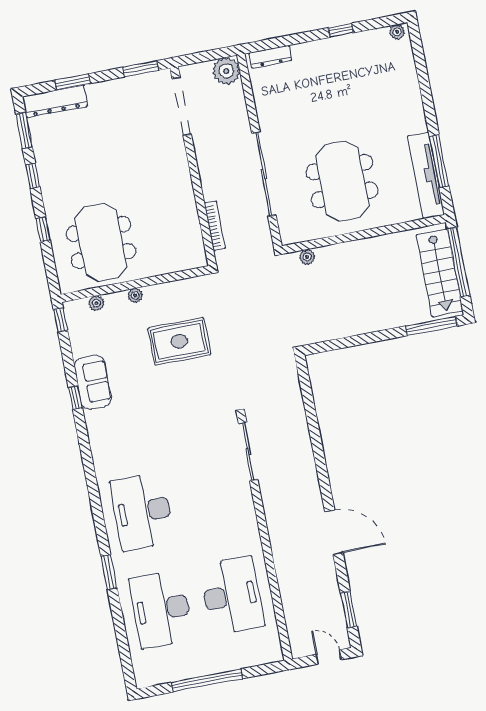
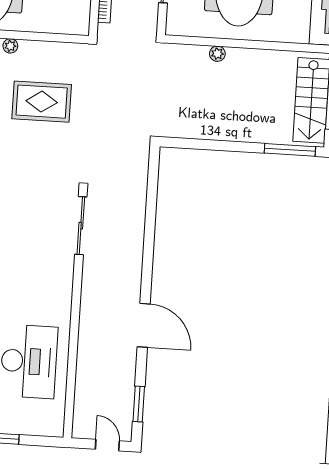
plant: (307, 257) -> (217, 54), moved

